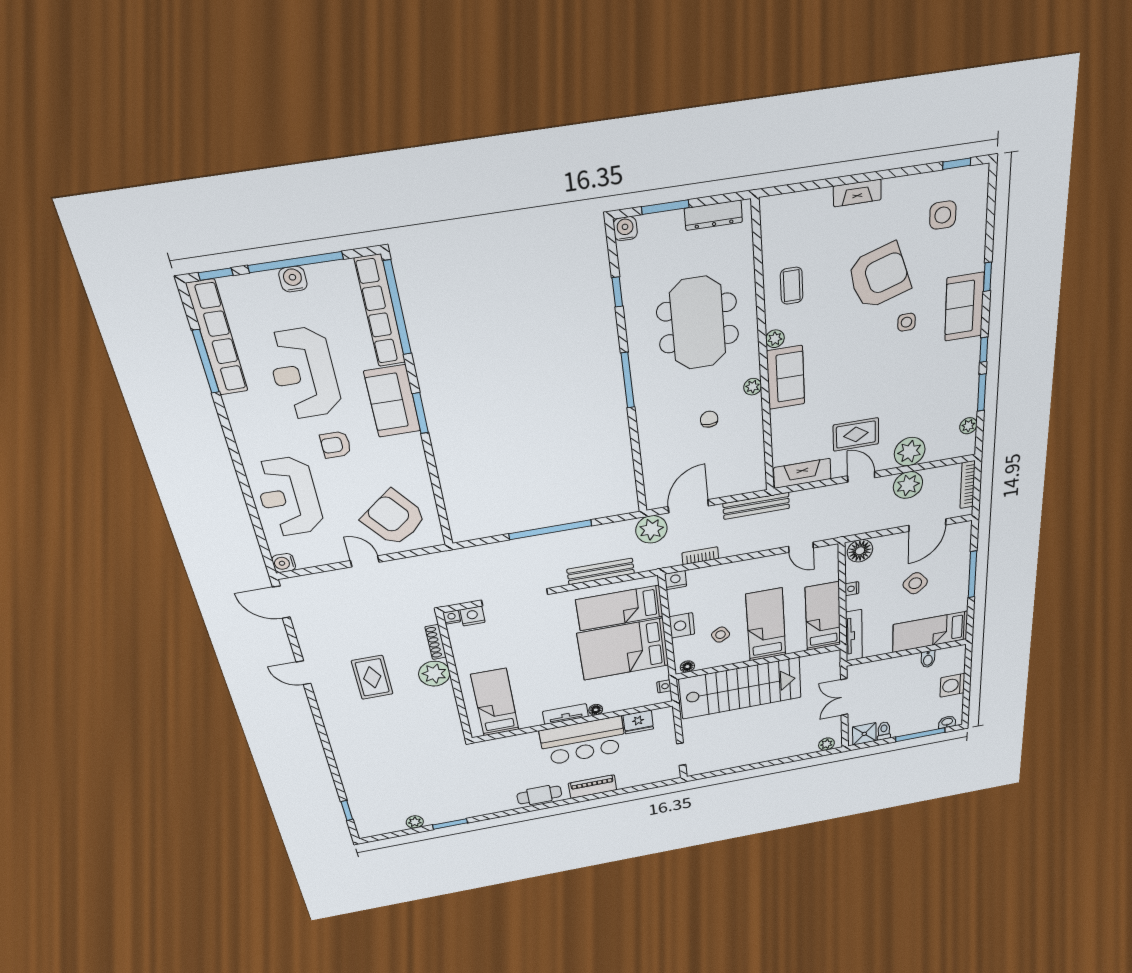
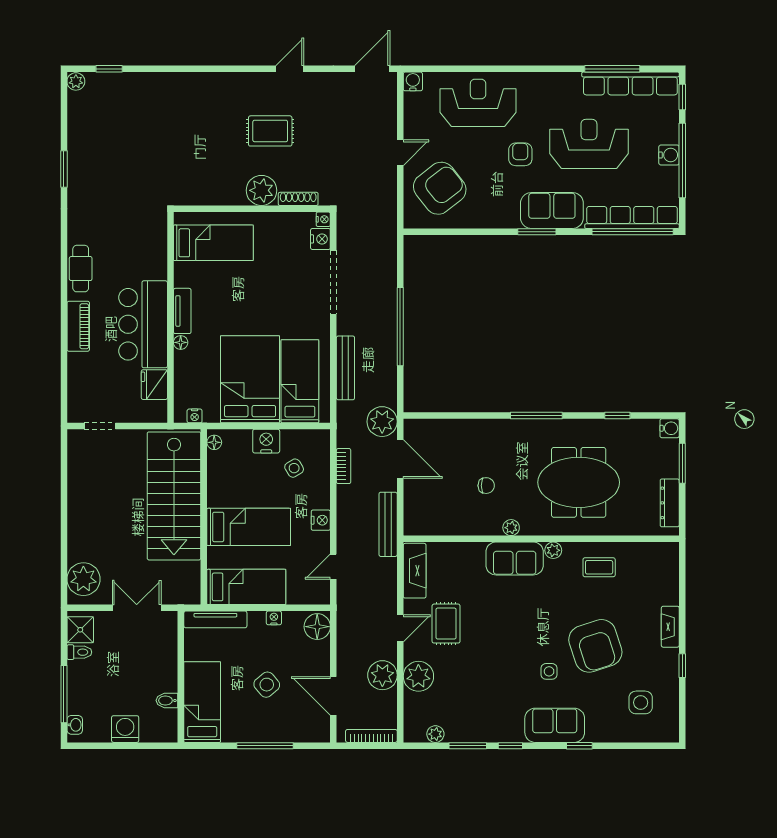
window: (957, 164) -> (682, 666), moved
nightstand: (676, 580) -> (321, 520), moved
side table: (721, 635) -> (294, 468), moved
plant: (826, 744) -> (83, 579), width x1.88, depth x1.88
plant: (415, 822) -> (76, 81), moved

